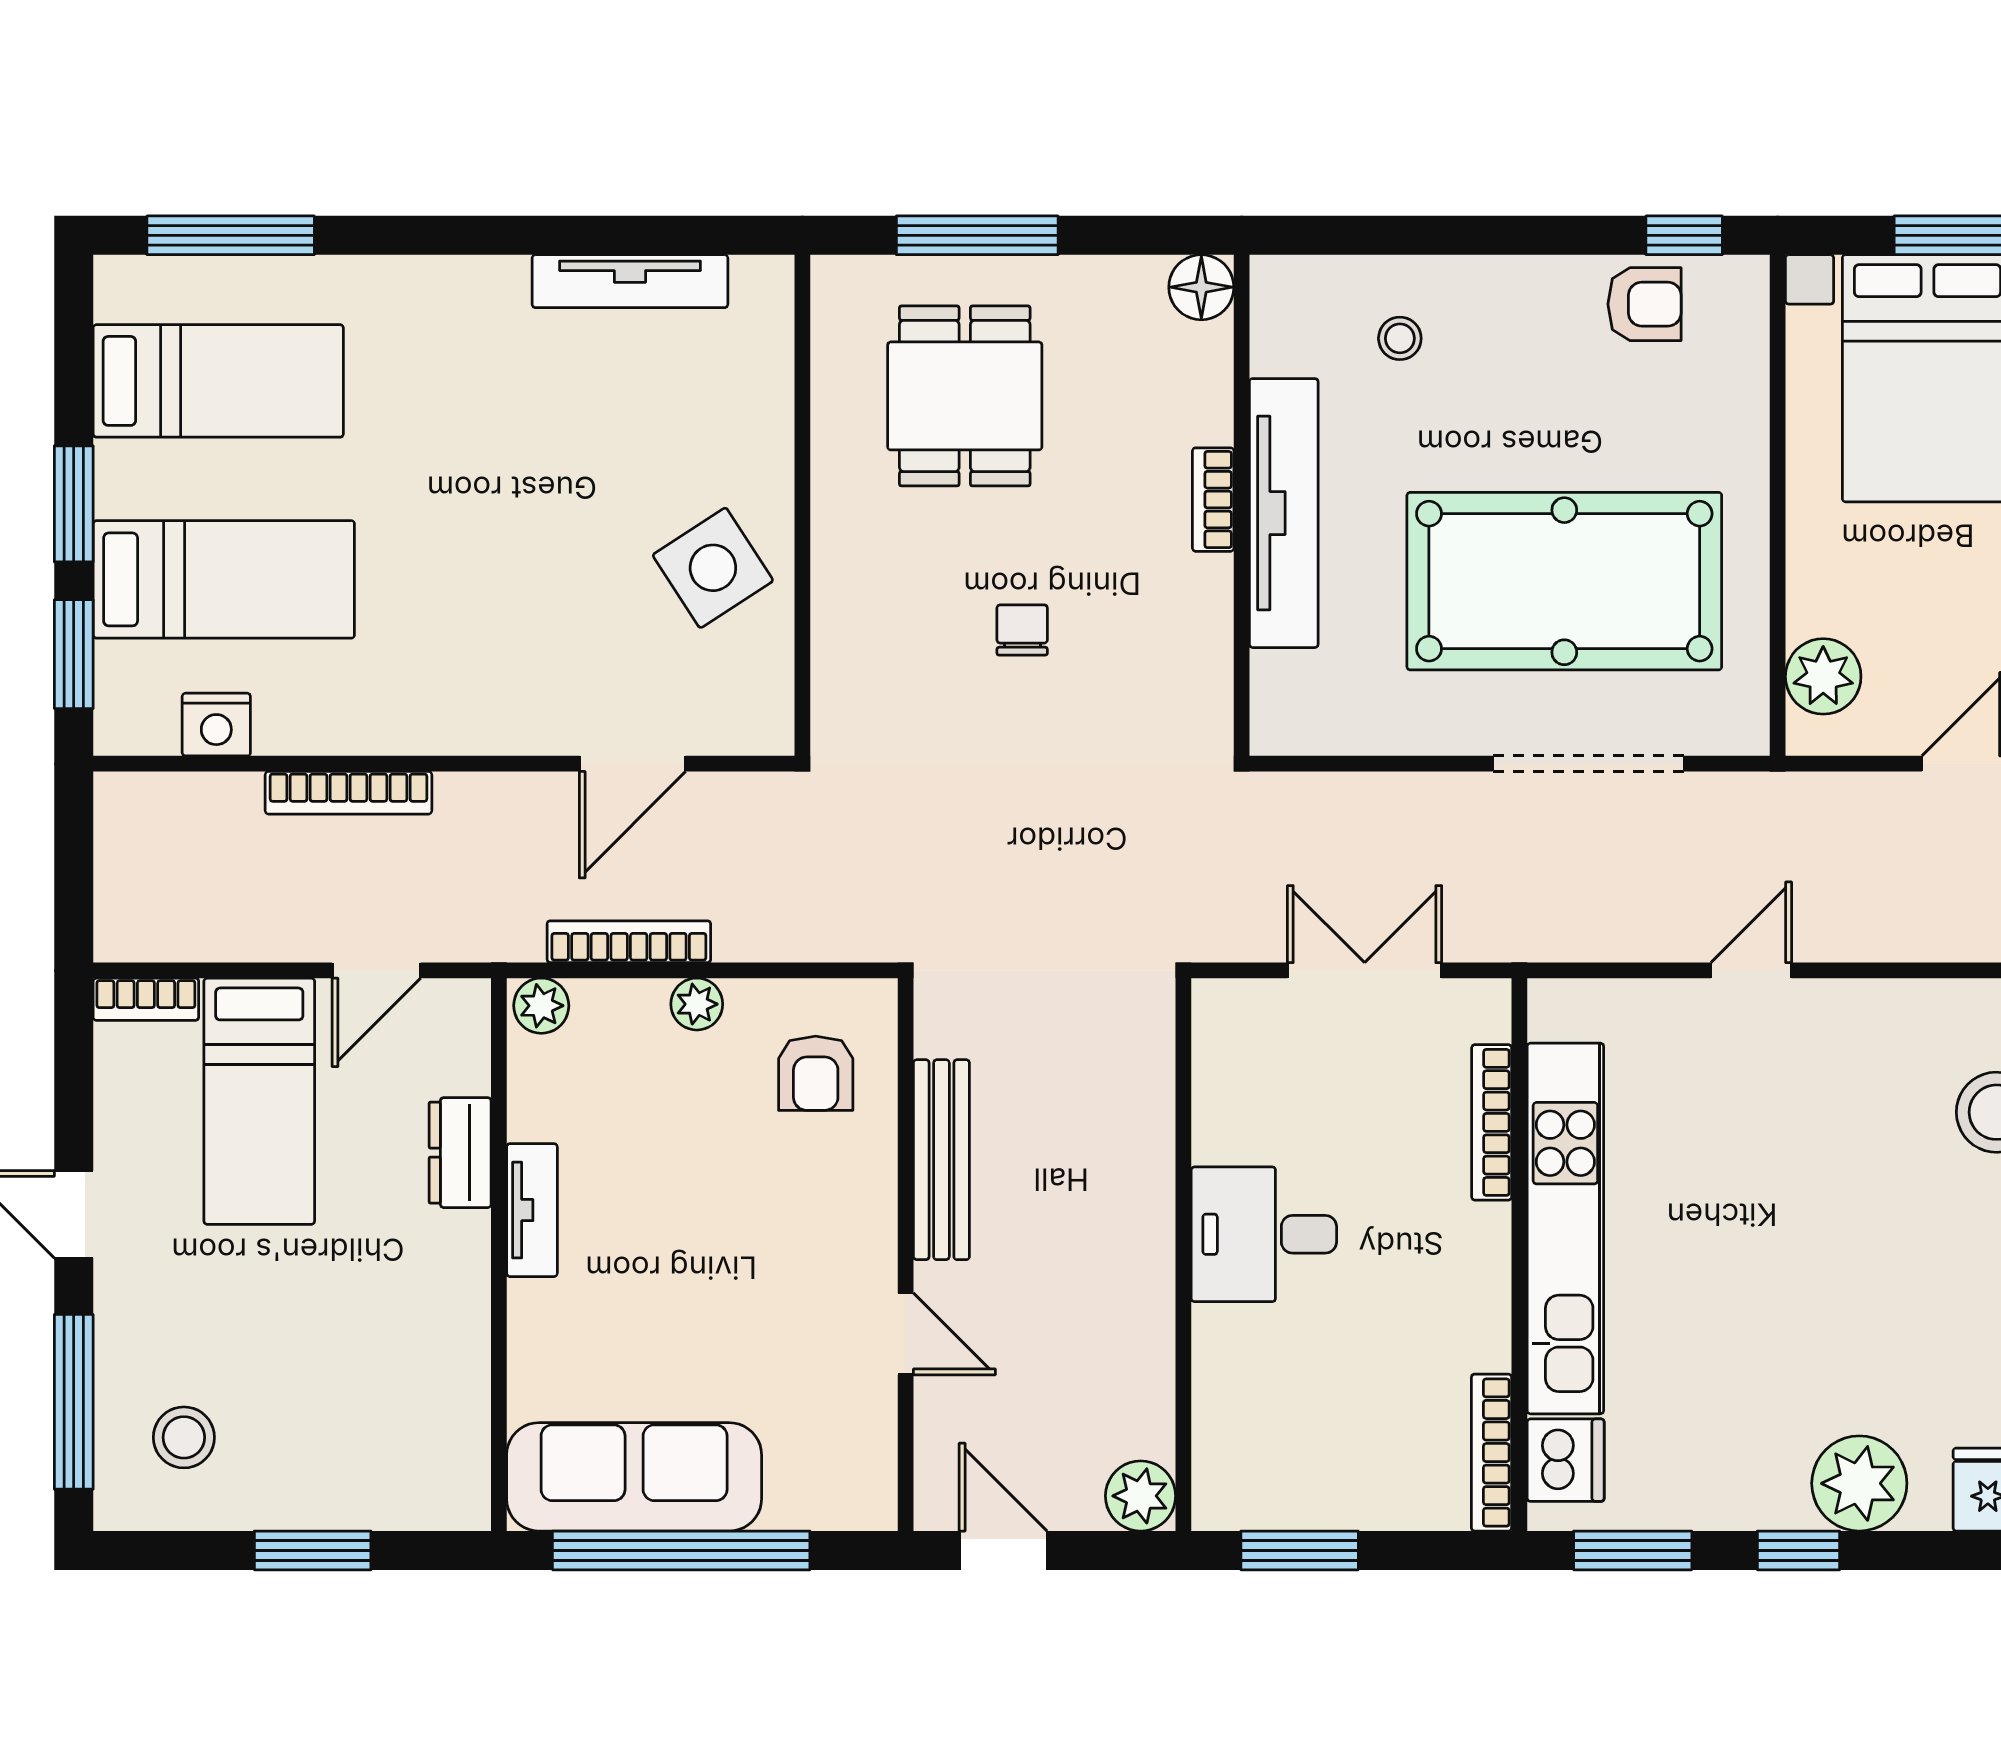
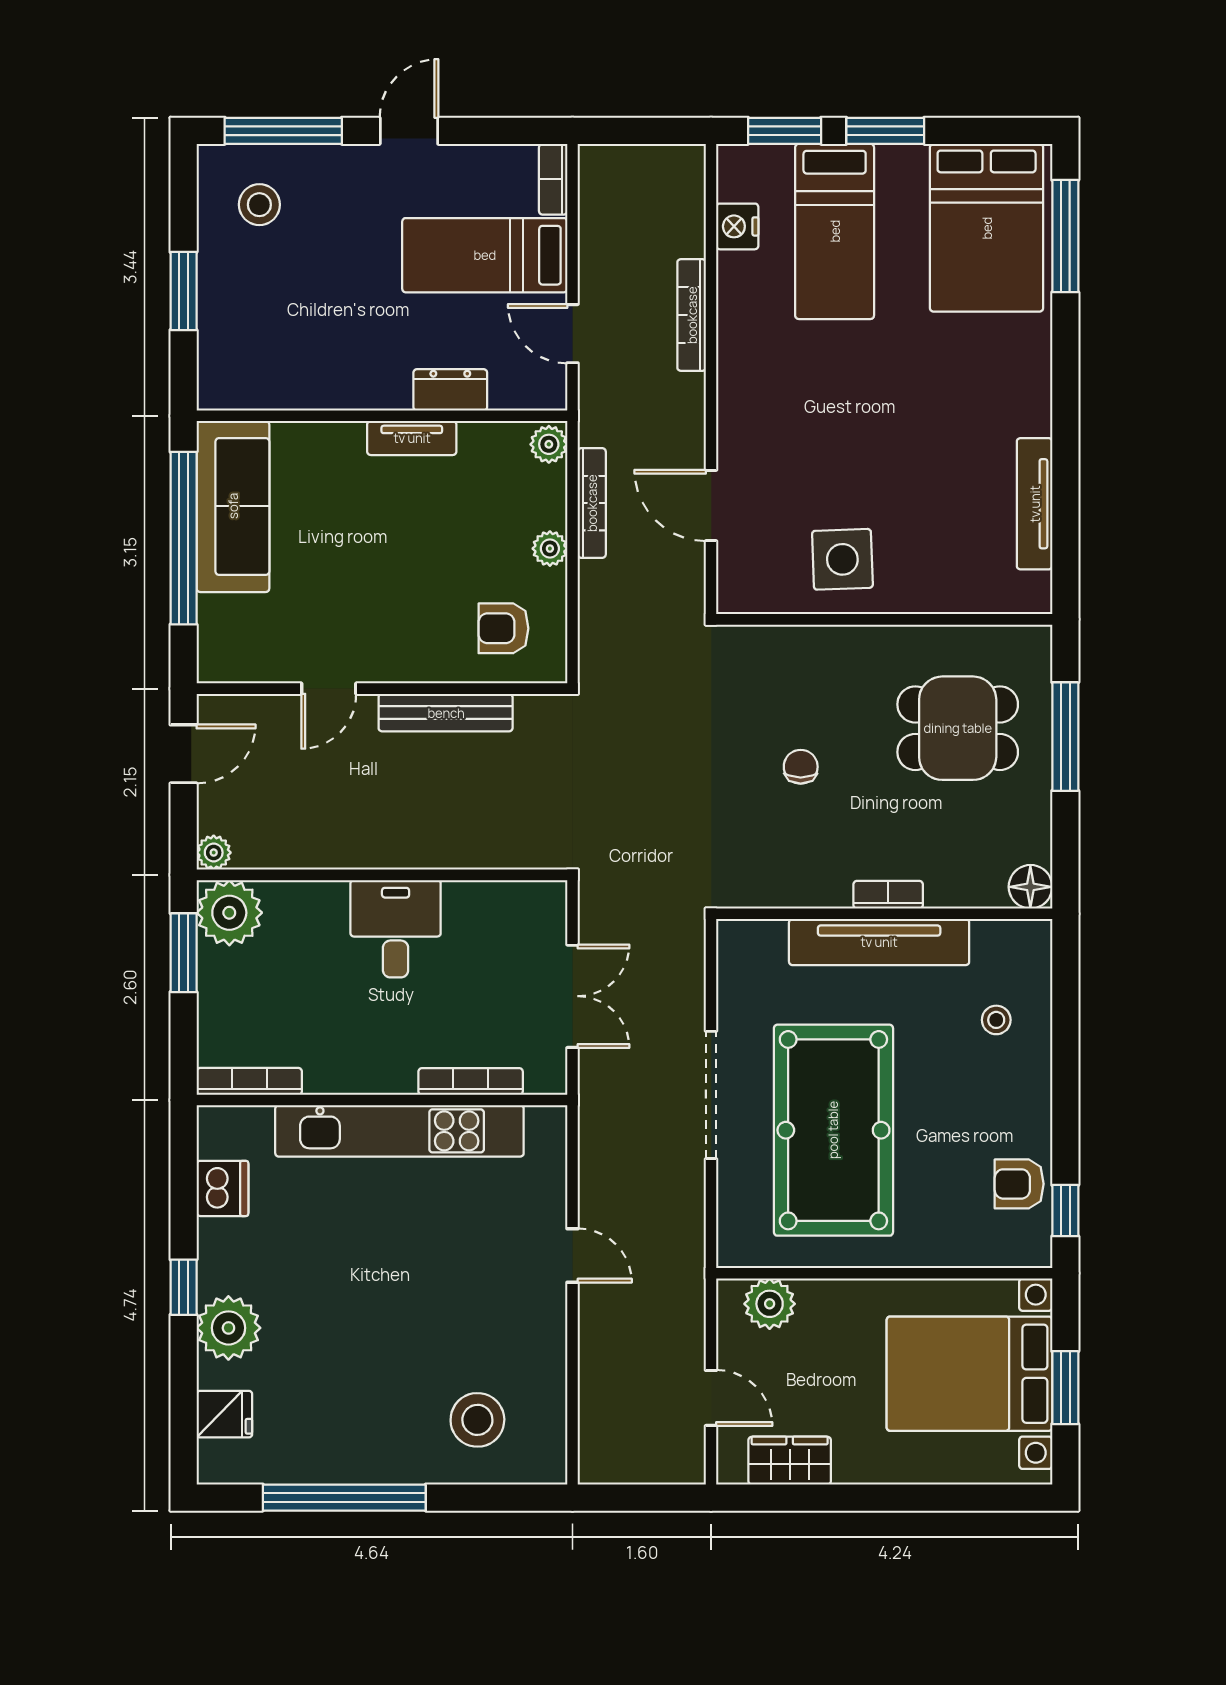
armchair: (1645, 304) -> (1019, 1184), turned 90
bed: (218, 381) -> (987, 228), width x1.50
side table: (713, 568) -> (842, 559), turned 31
chair: (1022, 630) -> (801, 767), turned -90
doorway: (1588, 764) -> (711, 1095), moved
dishwasher: (1566, 1460) -> (222, 1188), moved, turned -90
plant: (1240, 1482) -> (229, 913), added
plant: (1141, 1496) -> (214, 853), width x0.73, depth x0.73
window: (1633, 1550) -> (184, 1176), removed

